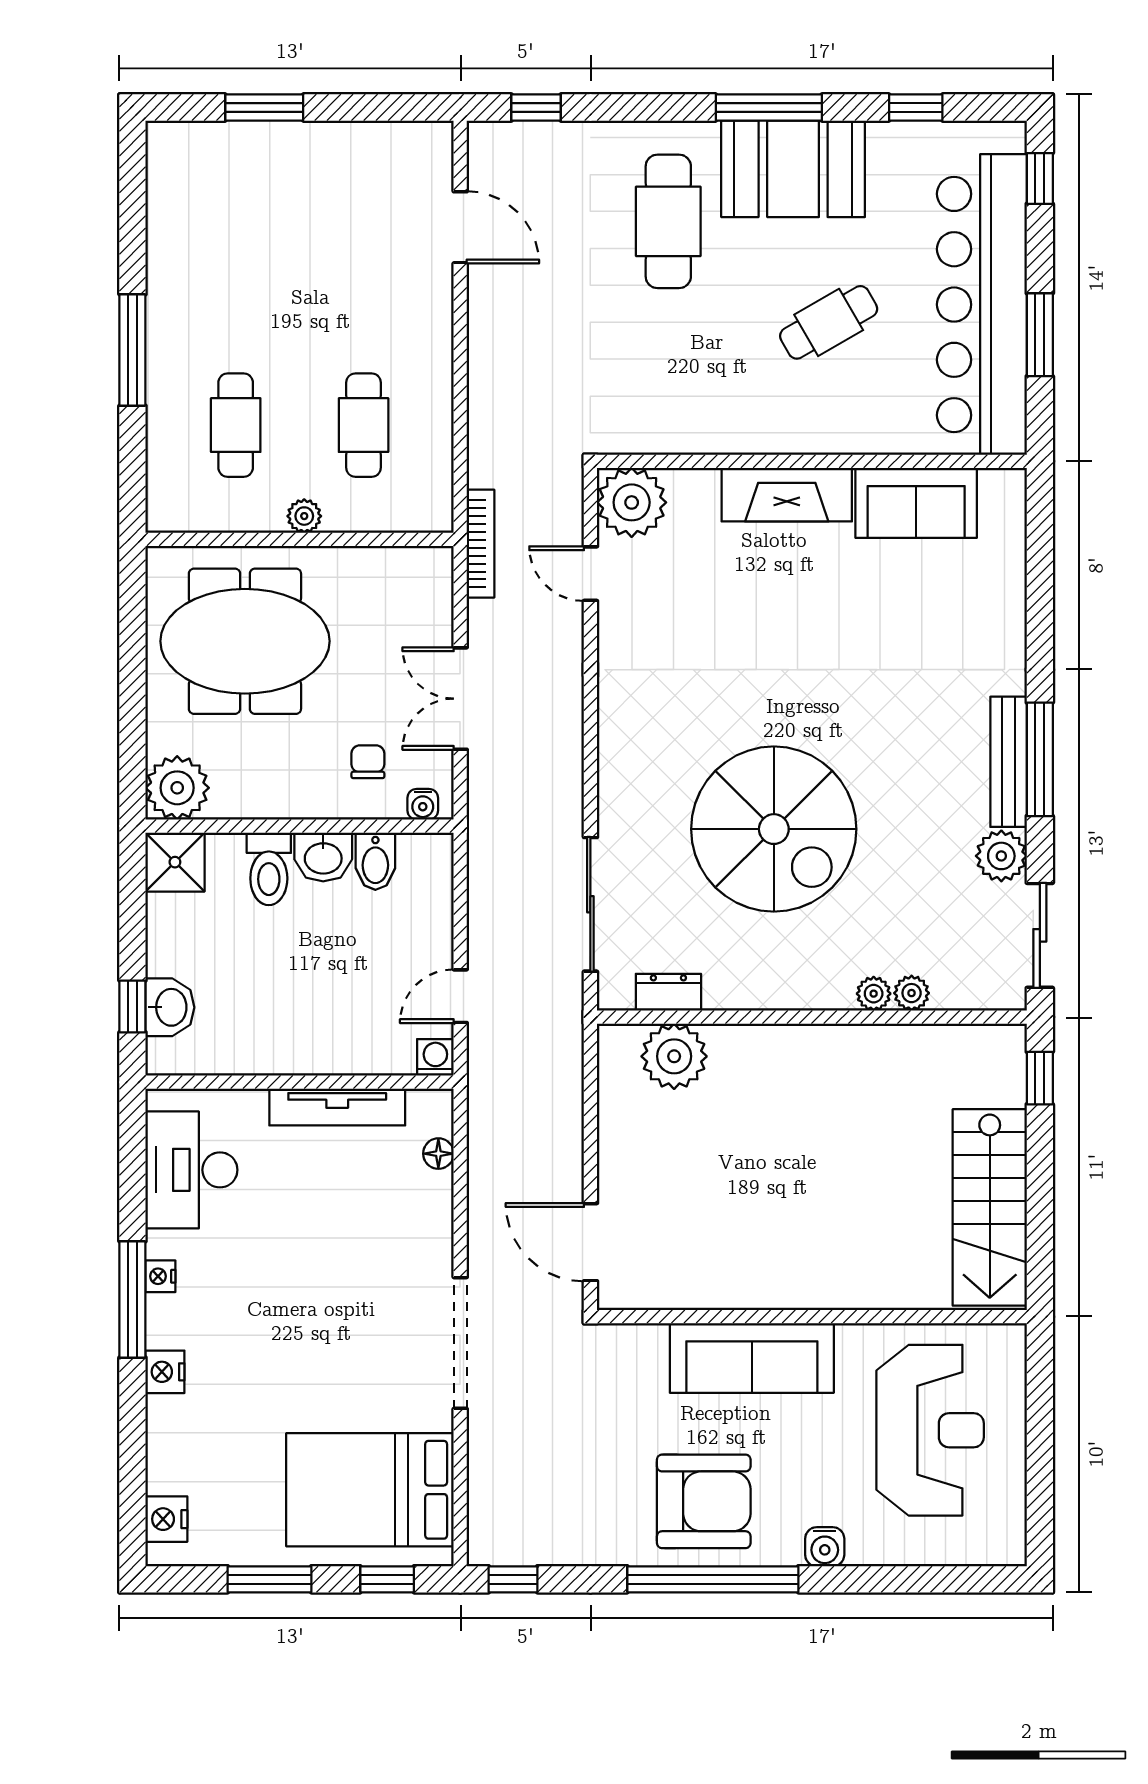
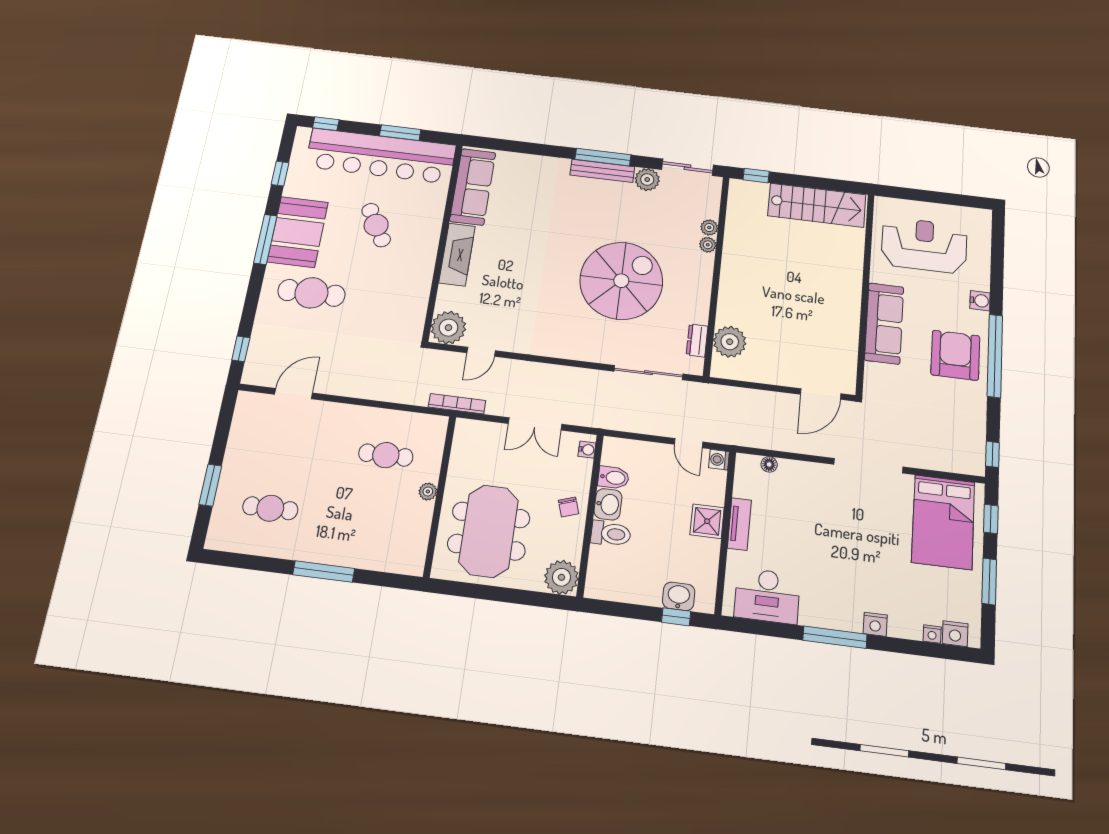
cafe table: (236, 425) -> (270, 508), moved
sofa: (916, 503) -> (473, 187), width x1.36
chair: (368, 762) -> (569, 507), moved, turned -108
shower: (175, 862) -> (707, 521), moved
tv unit: (337, 1107) -> (739, 524), width x0.71
nightstand: (160, 1276) -> (932, 634), moved

